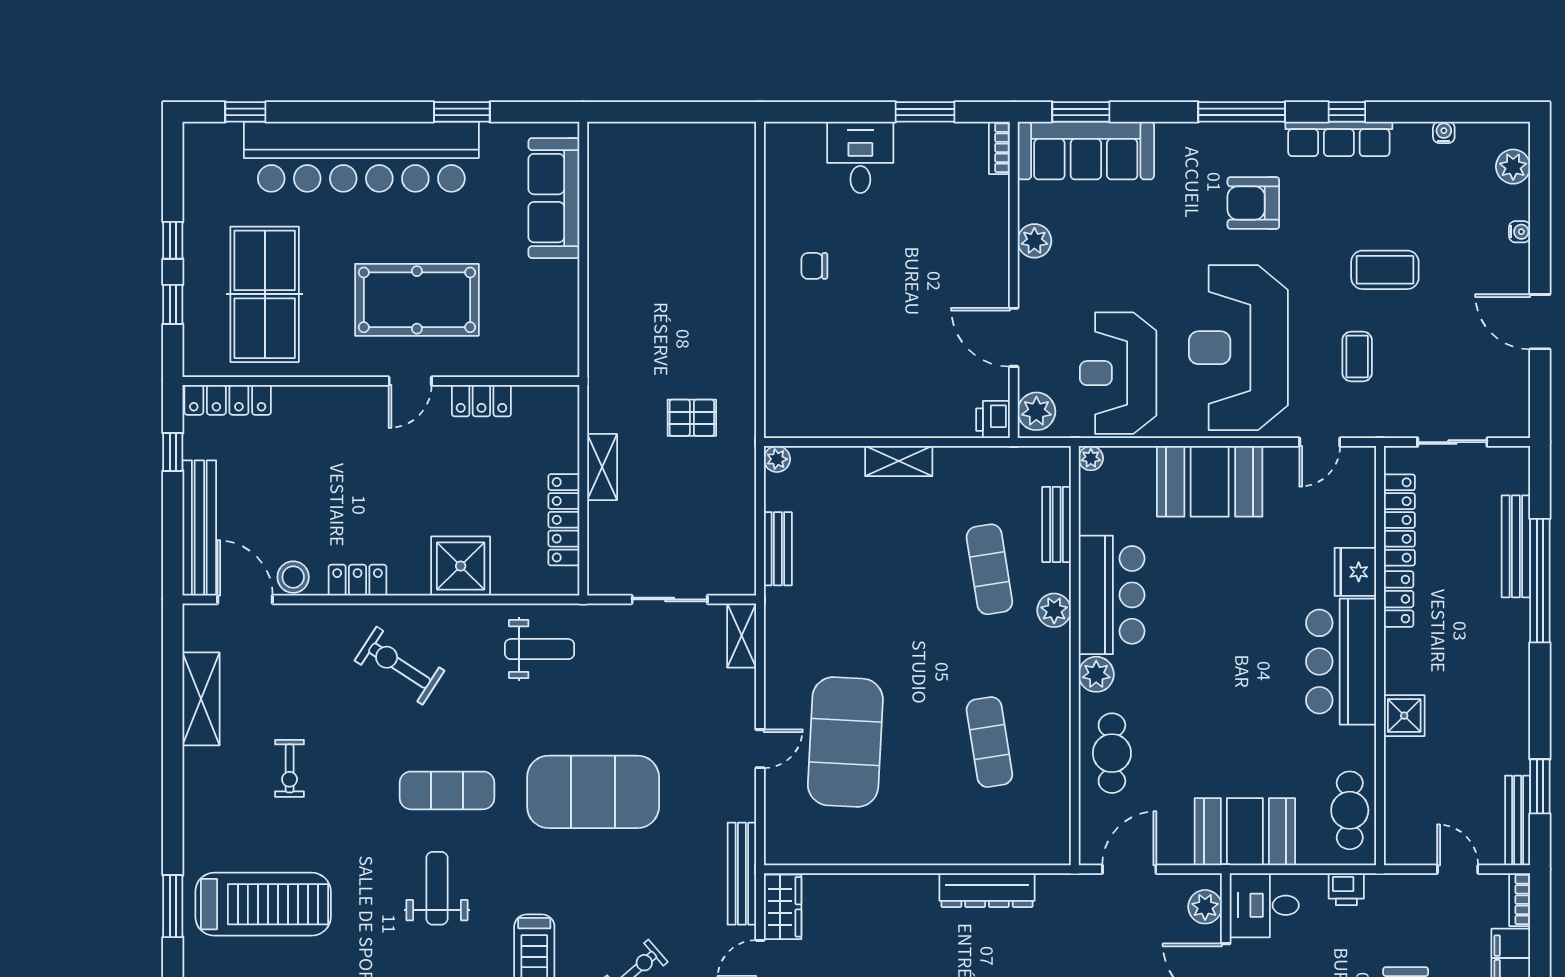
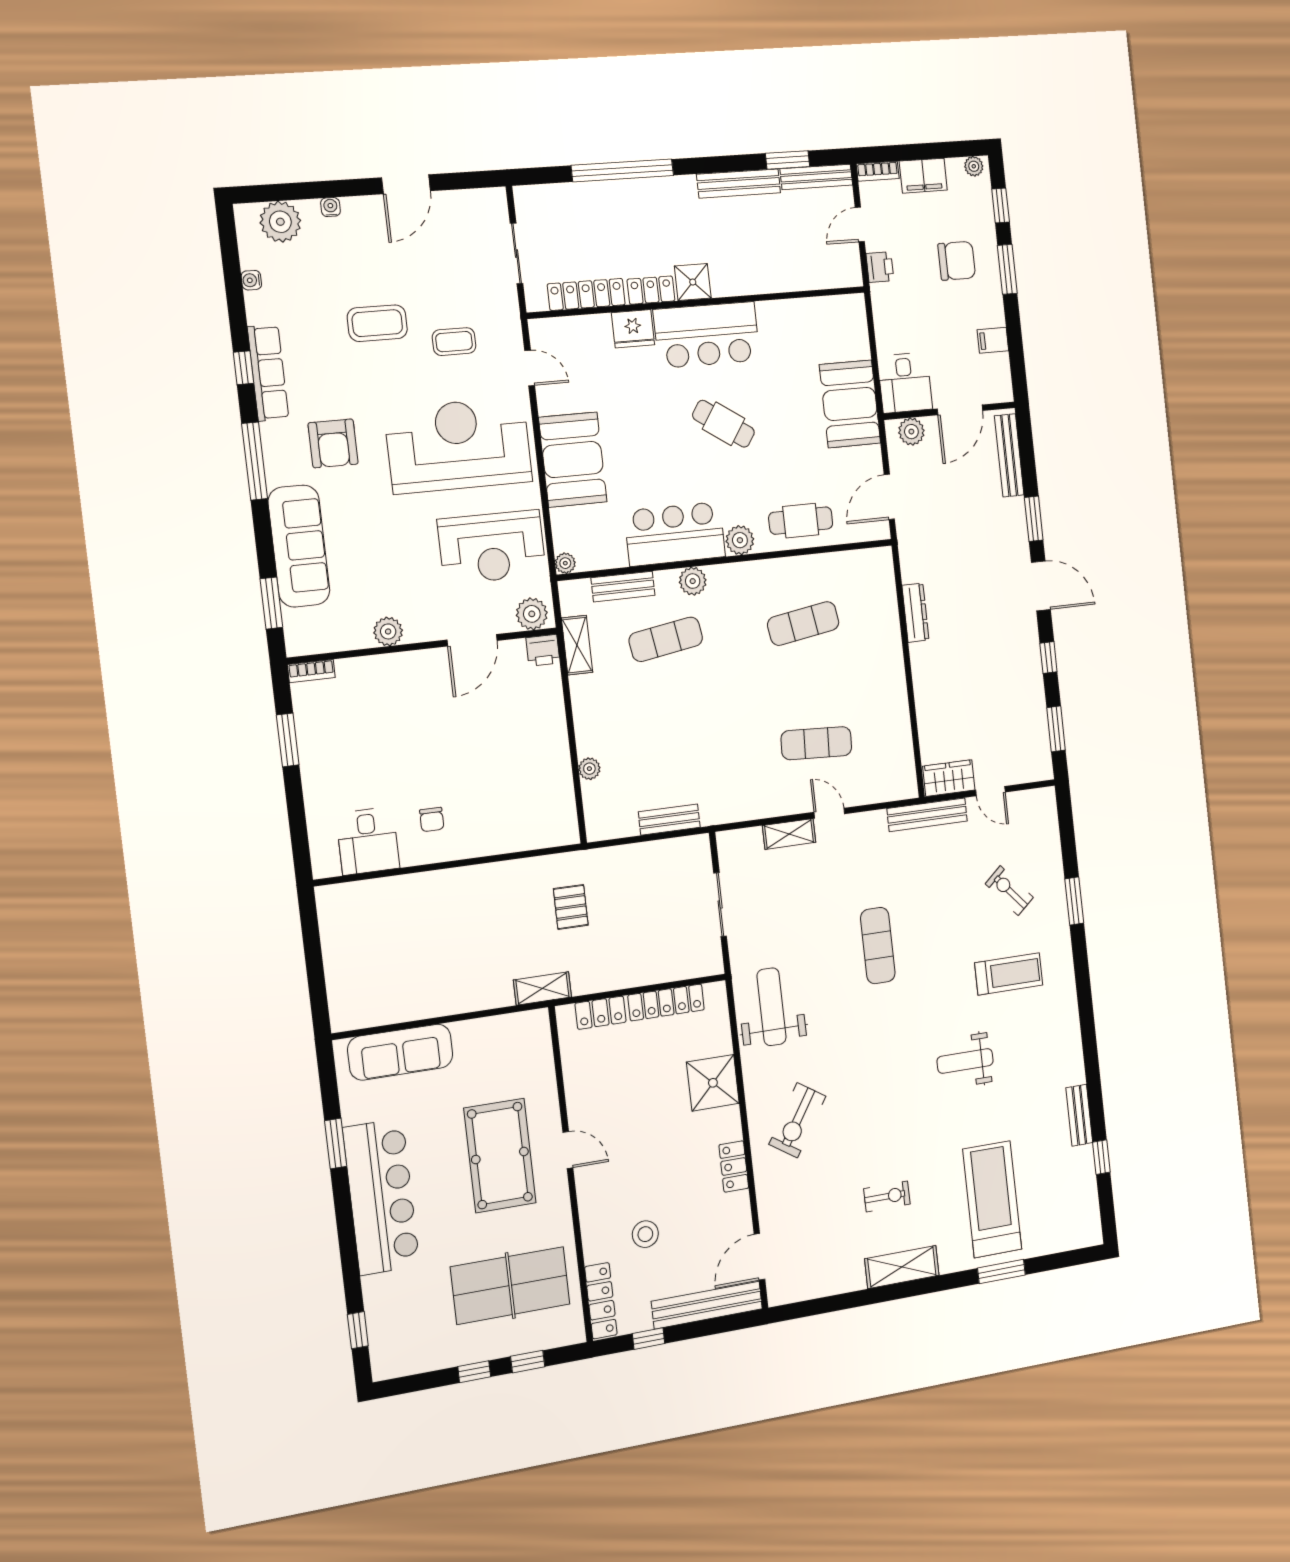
sofa: (1086, 151) -> (299, 546), moved
bar counter: (361, 157) -> (381, 1197), width x0.73
desk: (860, 157) -> (368, 841), moved, turned -90
plant: (1513, 167) -> (280, 222), width x1.36, depth x1.36
coffee table: (1385, 270) -> (377, 323), turned 90
reception desk: (1238, 348) -> (458, 445), turned 180
locker: (481, 401) -> (601, 1013), moved, turned 90
plant: (777, 459) -> (589, 769), moved
shelving: (899, 461) -> (577, 645), moved
shelving: (602, 467) -> (542, 989), moved
bench: (1516, 546) -> (739, 183), moved
stool: (293, 577) -> (645, 1234), moved
shelving: (742, 636) -> (789, 834), moved
weight bench: (540, 649) -> (771, 1007), width x1.36, depth x1.33
shelving: (201, 699) -> (902, 1267), moved
shower: (1404, 716) -> (693, 282), moved
exercise mat: (845, 742) -> (816, 743), width x0.50, depth x0.69
exercise mat: (447, 790) -> (890, 1065), removed
exercise mat: (593, 792) -> (878, 946), width x0.50, depth x0.69
cafe table: (1350, 810) -> (723, 424), moved, turned 34
door: (1129, 869) -> (889, 497), hinge flipped
printer: (1346, 889) -> (880, 267), moved
dresser: (987, 890) -> (915, 613), width x0.73, depth x0.80

